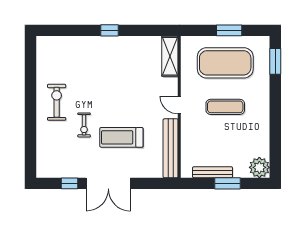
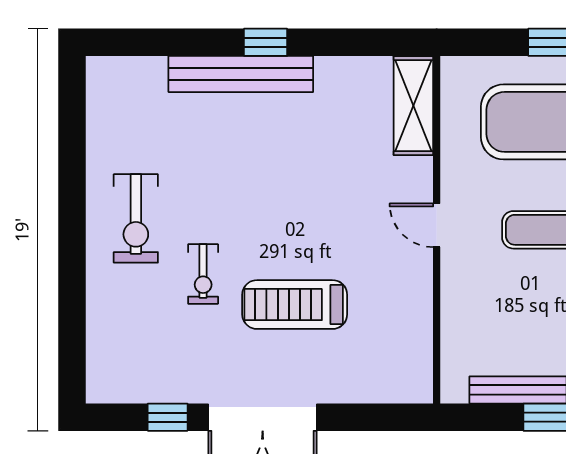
exercise bike: (57, 102) -> (136, 218), turned 180
bench: (171, 148) -> (241, 74), moved, turned 90

